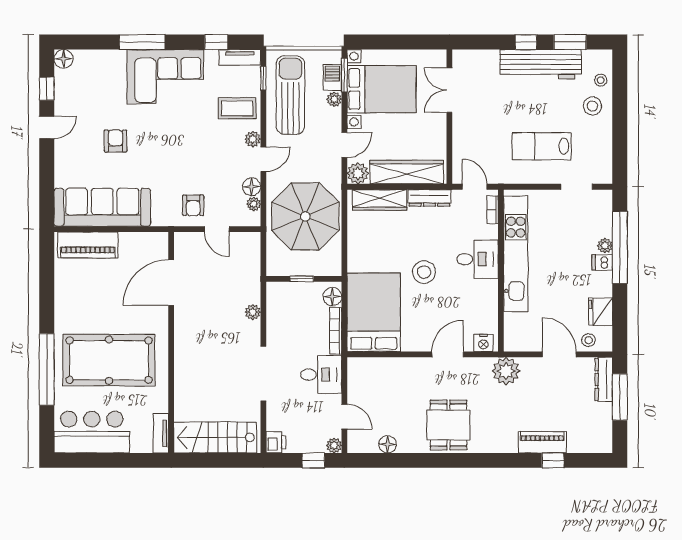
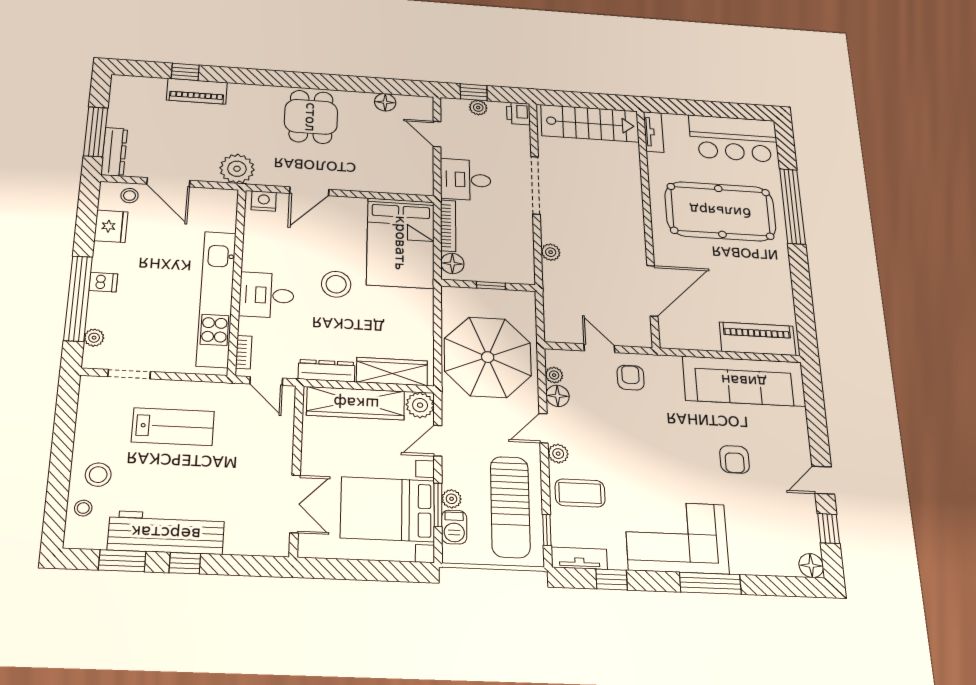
window: (344, 75) -> (438, 505), moved
plant: (605, 246) -> (94, 338), moved
plant: (334, 445) -> (478, 108), moved

